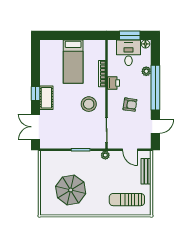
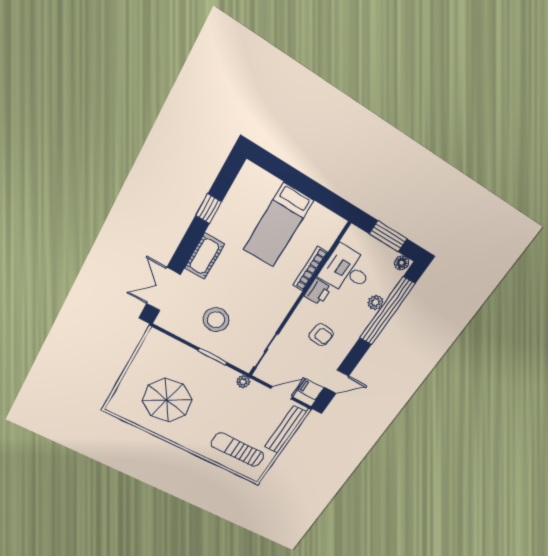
desk: (128, 53) -> (346, 270), moved, turned -90
window: (155, 88) -> (387, 311), moved
window: (35, 94) -> (209, 209), moved
stool: (89, 104) -> (216, 320), moved
filing cabinet: (144, 139) -> (311, 389), added
door: (130, 150) -> (282, 393), swing flipped
bench: (146, 171) -> (286, 430), width x1.36

